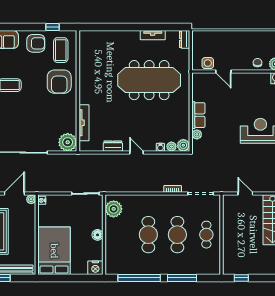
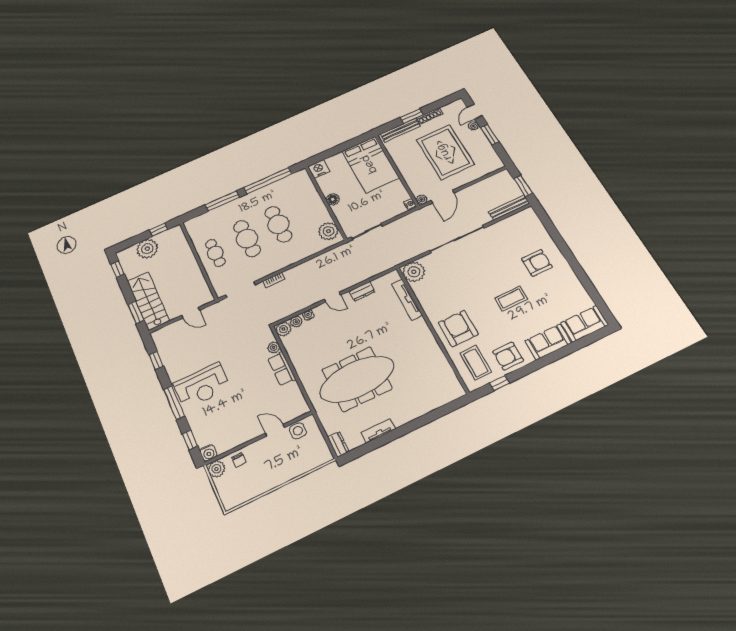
plant: (256, 265) -> (147, 249), added

